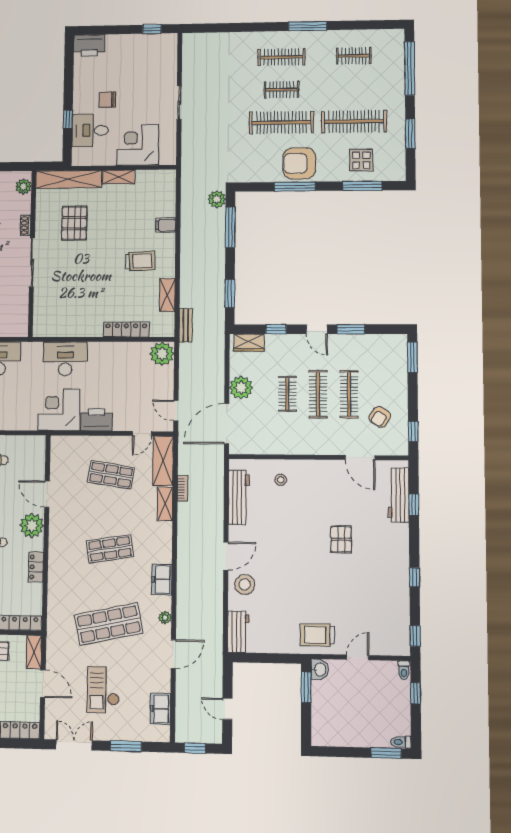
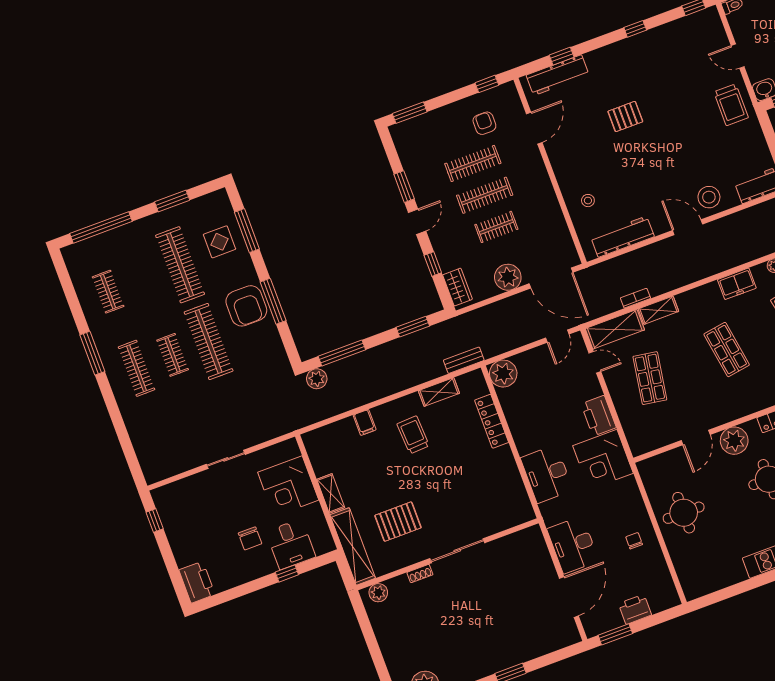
armchair: (380, 417) -> (484, 123), turned -123

